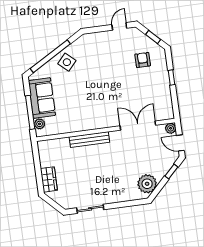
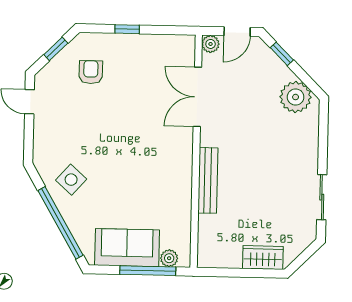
armchair: (143, 60) -> (91, 72), turned 90
side table: (67, 62) -> (71, 180), moved

